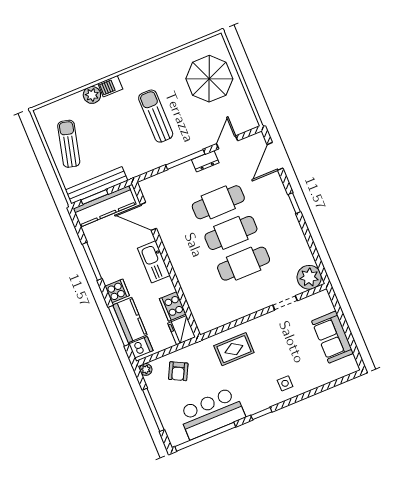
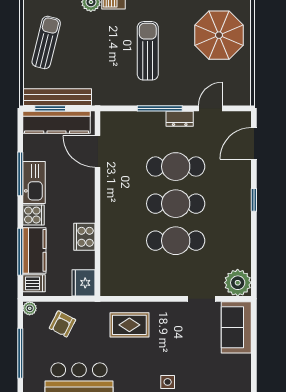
kitchen sink: (154, 262) -> (34, 182), moved, turned 180
cooker: (173, 306) -> (84, 237), moved
sofa: (333, 337) -> (236, 327), moved

